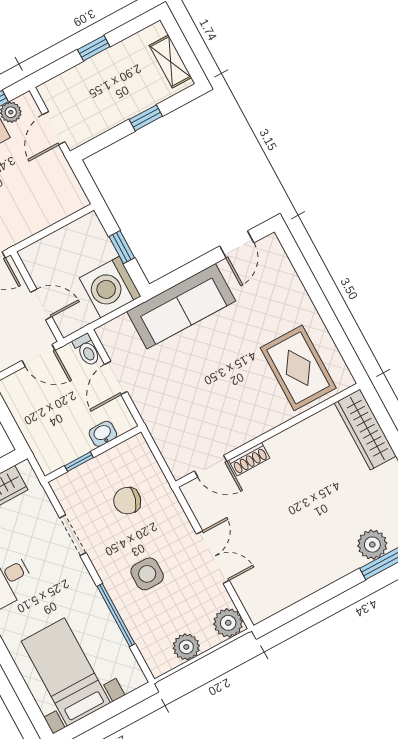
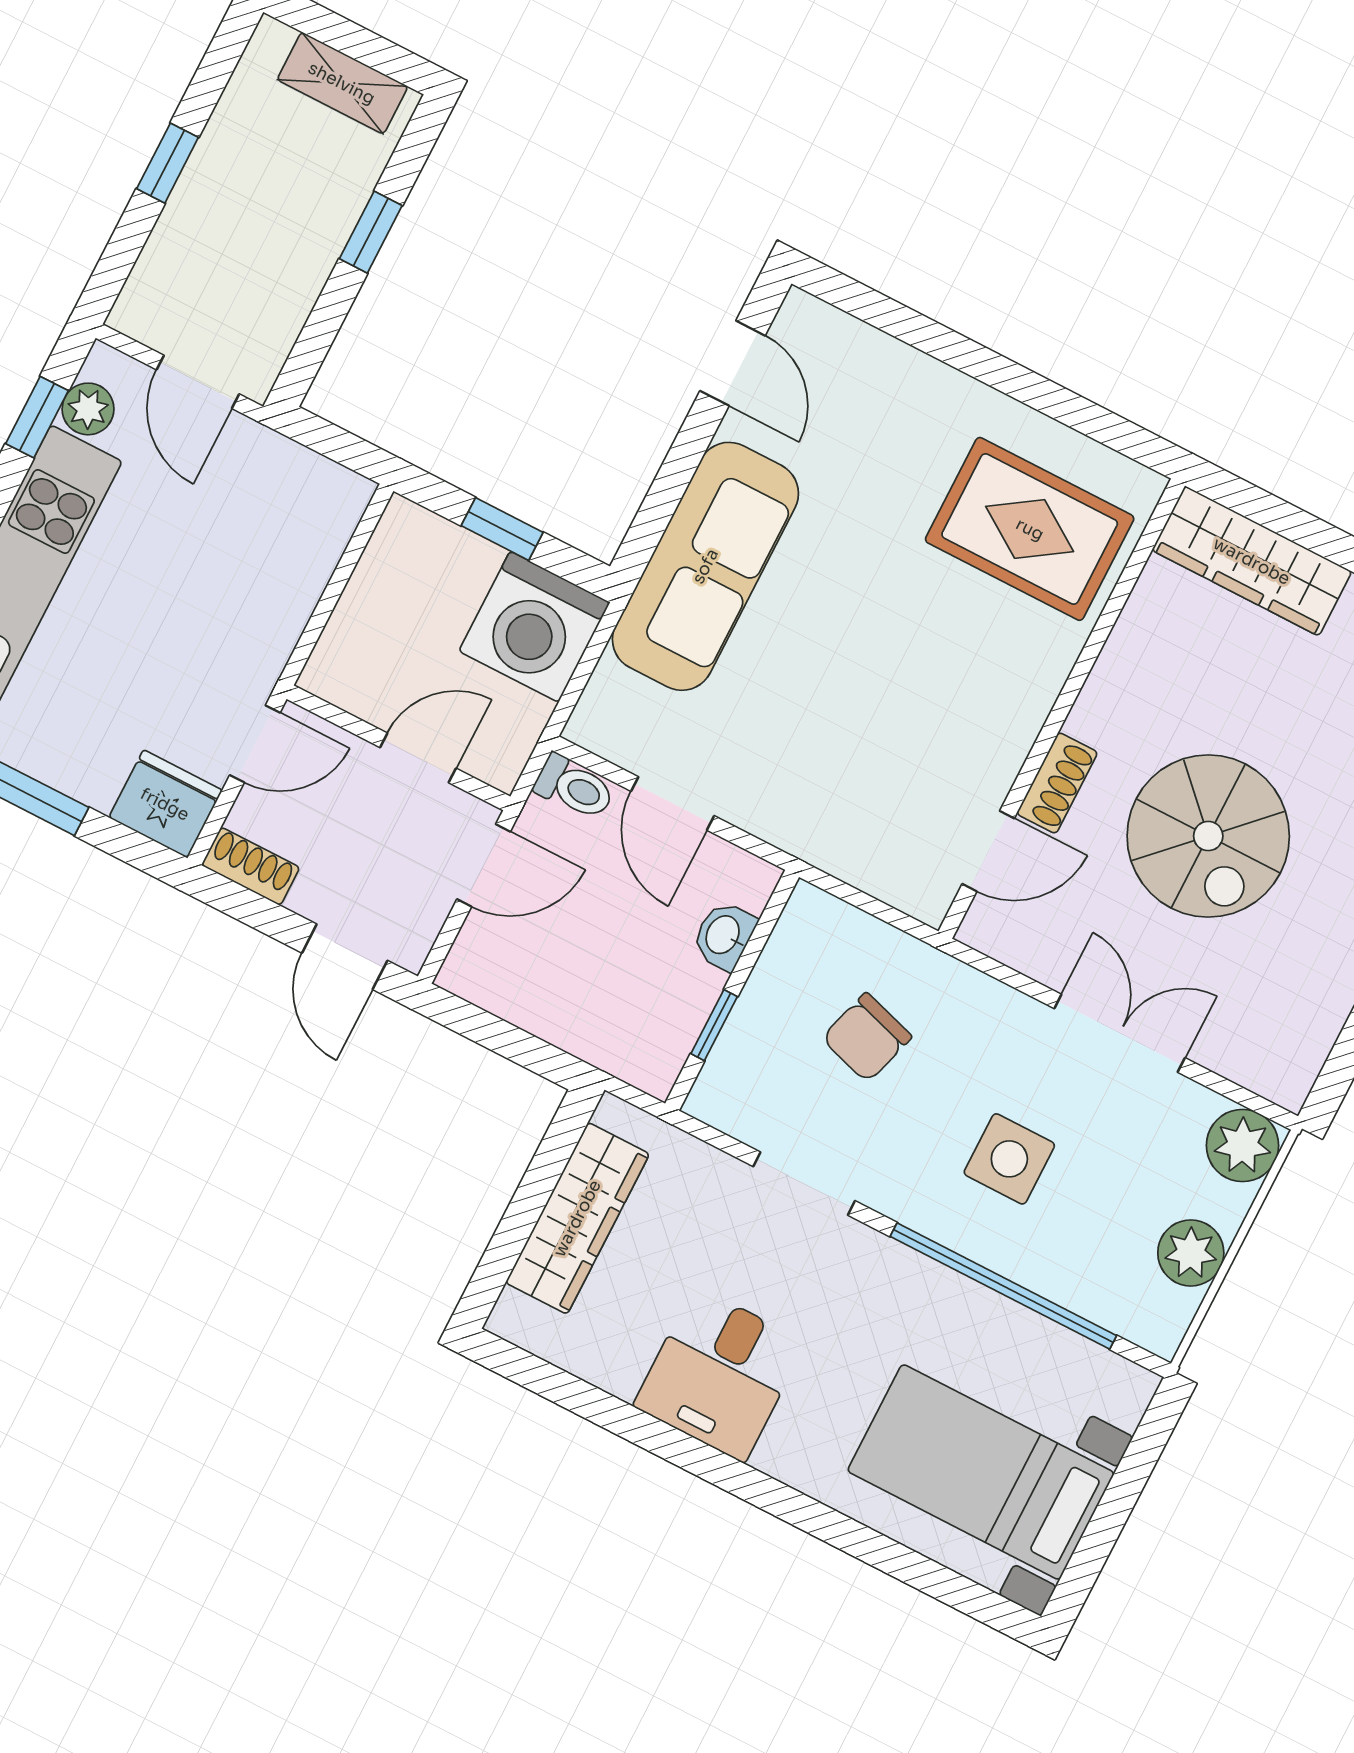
spiral stairs: (288, 511) -> (1208, 836), added
window: (116, 615) -> (1003, 1286), width x1.46

